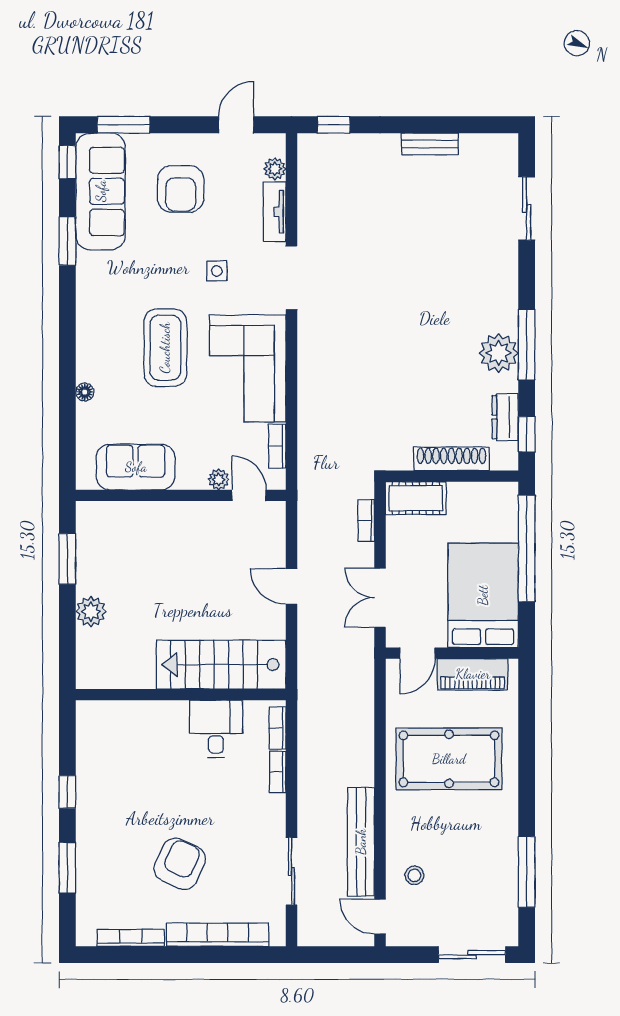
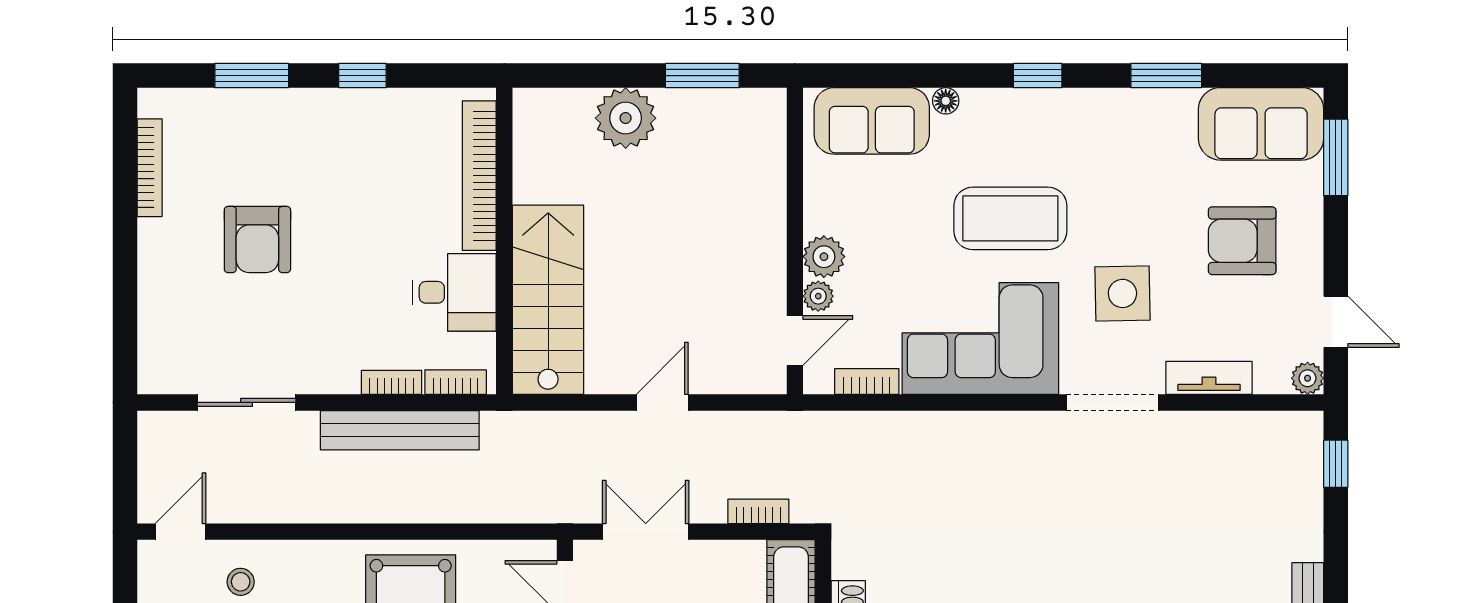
window: (67, 162) -> (1038, 76), moved
plant: (275, 169) -> (1308, 378), moved
sofa: (101, 191) -> (1261, 124), width x0.73
side table: (217, 271) -> (1122, 293), width x1.87, depth x1.87
sofa: (136, 467) -> (872, 121), moved, turned 90
plant: (192, 476) -> (824, 257), added
plant: (91, 611) -> (626, 118), width x1.36, depth x1.36
bench: (361, 842) -> (400, 430), moved
armchair: (180, 864) -> (257, 239), turned 65
bookcase: (218, 935) -> (479, 176), moved, turned 180

